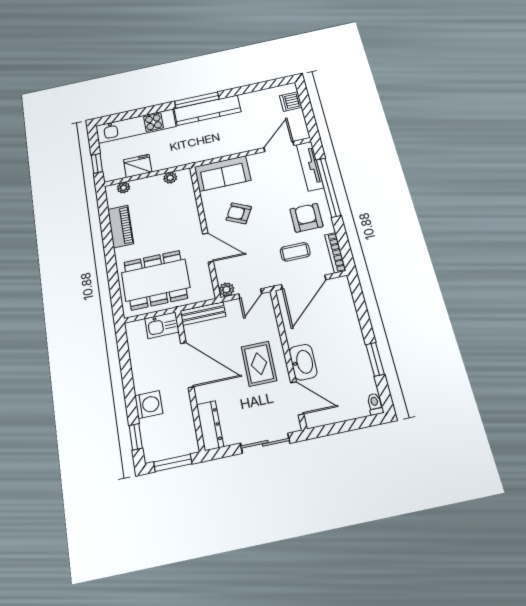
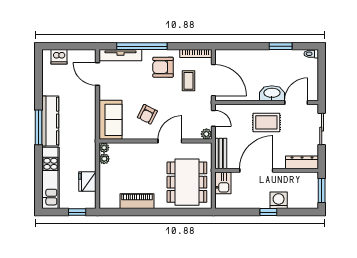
plant: (124, 188) -> (104, 148), moved
window: (136, 437) -> (268, 212), moved

